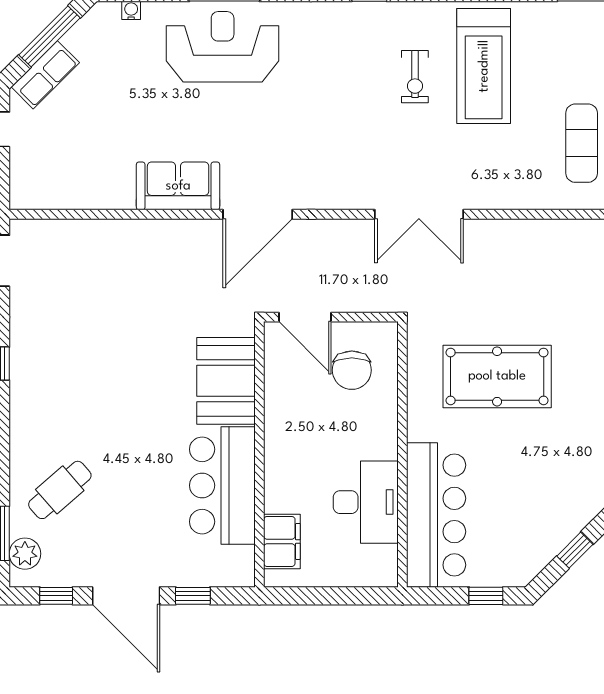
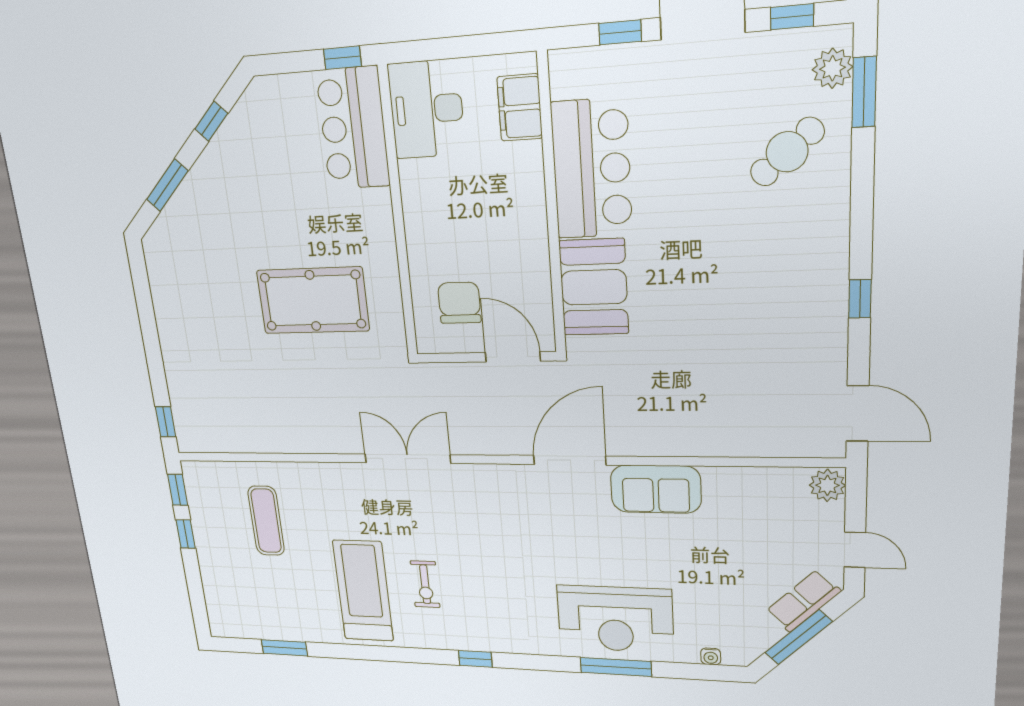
exercise bike: (415, 77) -> (425, 584), turned 180
plant: (25, 192) -> (827, 485), added
desk: (366, 502) -> (426, 109), moved
bar counter: (436, 515) -> (353, 128), width x0.73
window: (486, 596) -> (342, 58), moved

